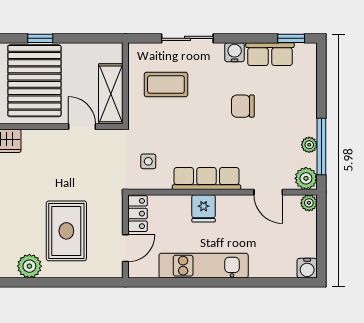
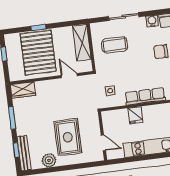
shelving: (111, 94) -> (82, 43), moved
fridge: (204, 208) -> (135, 115), moved
locker: (138, 214) -> (108, 122), removed
door: (125, 248) -> (103, 143), hinge flipped

